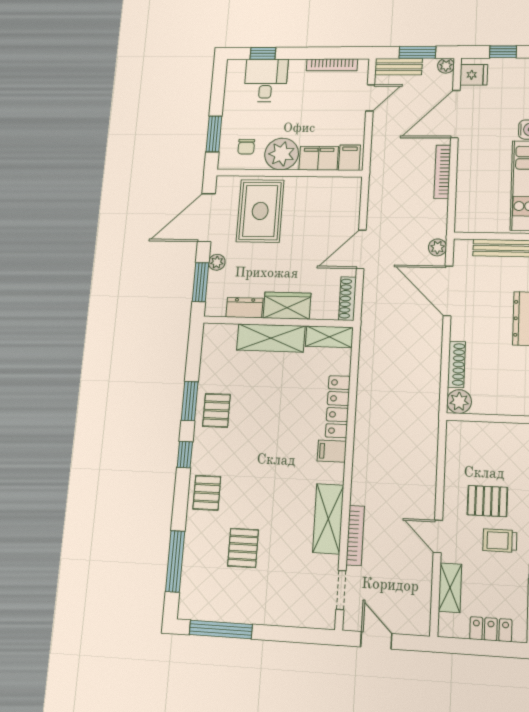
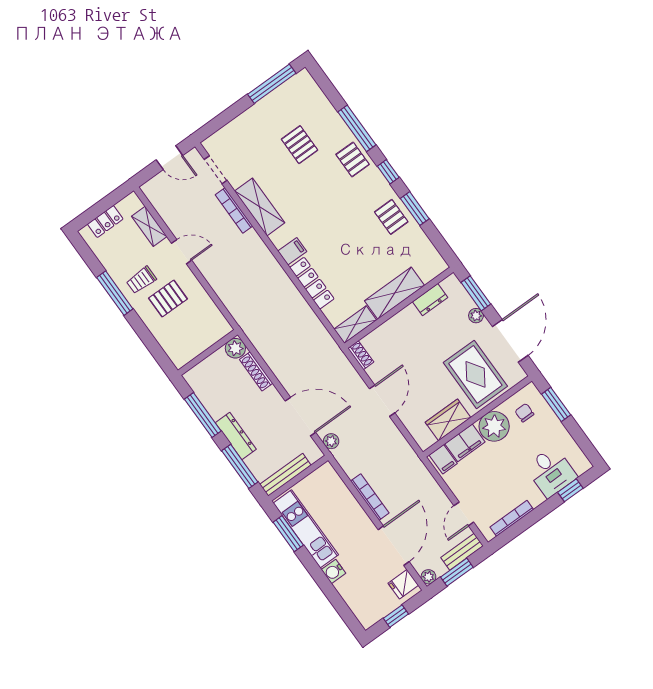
shoe rack: (347, 299) -> (361, 355), width x0.70
wardrobe: (287, 306) -> (448, 420), moved, turned 180
trolley: (500, 541) -> (141, 280), turned 180
window: (175, 561) -> (357, 128), moved

